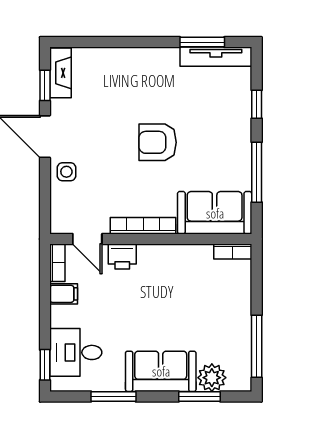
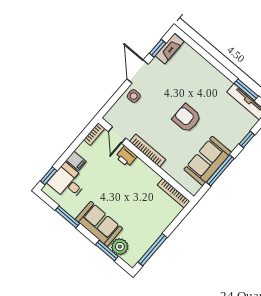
sofa: (215, 213) -> (208, 161), moved, turned -90
bookcase: (233, 251) -> (174, 193), width x1.56
filing cabinet: (64, 294) -> (76, 161), moved

